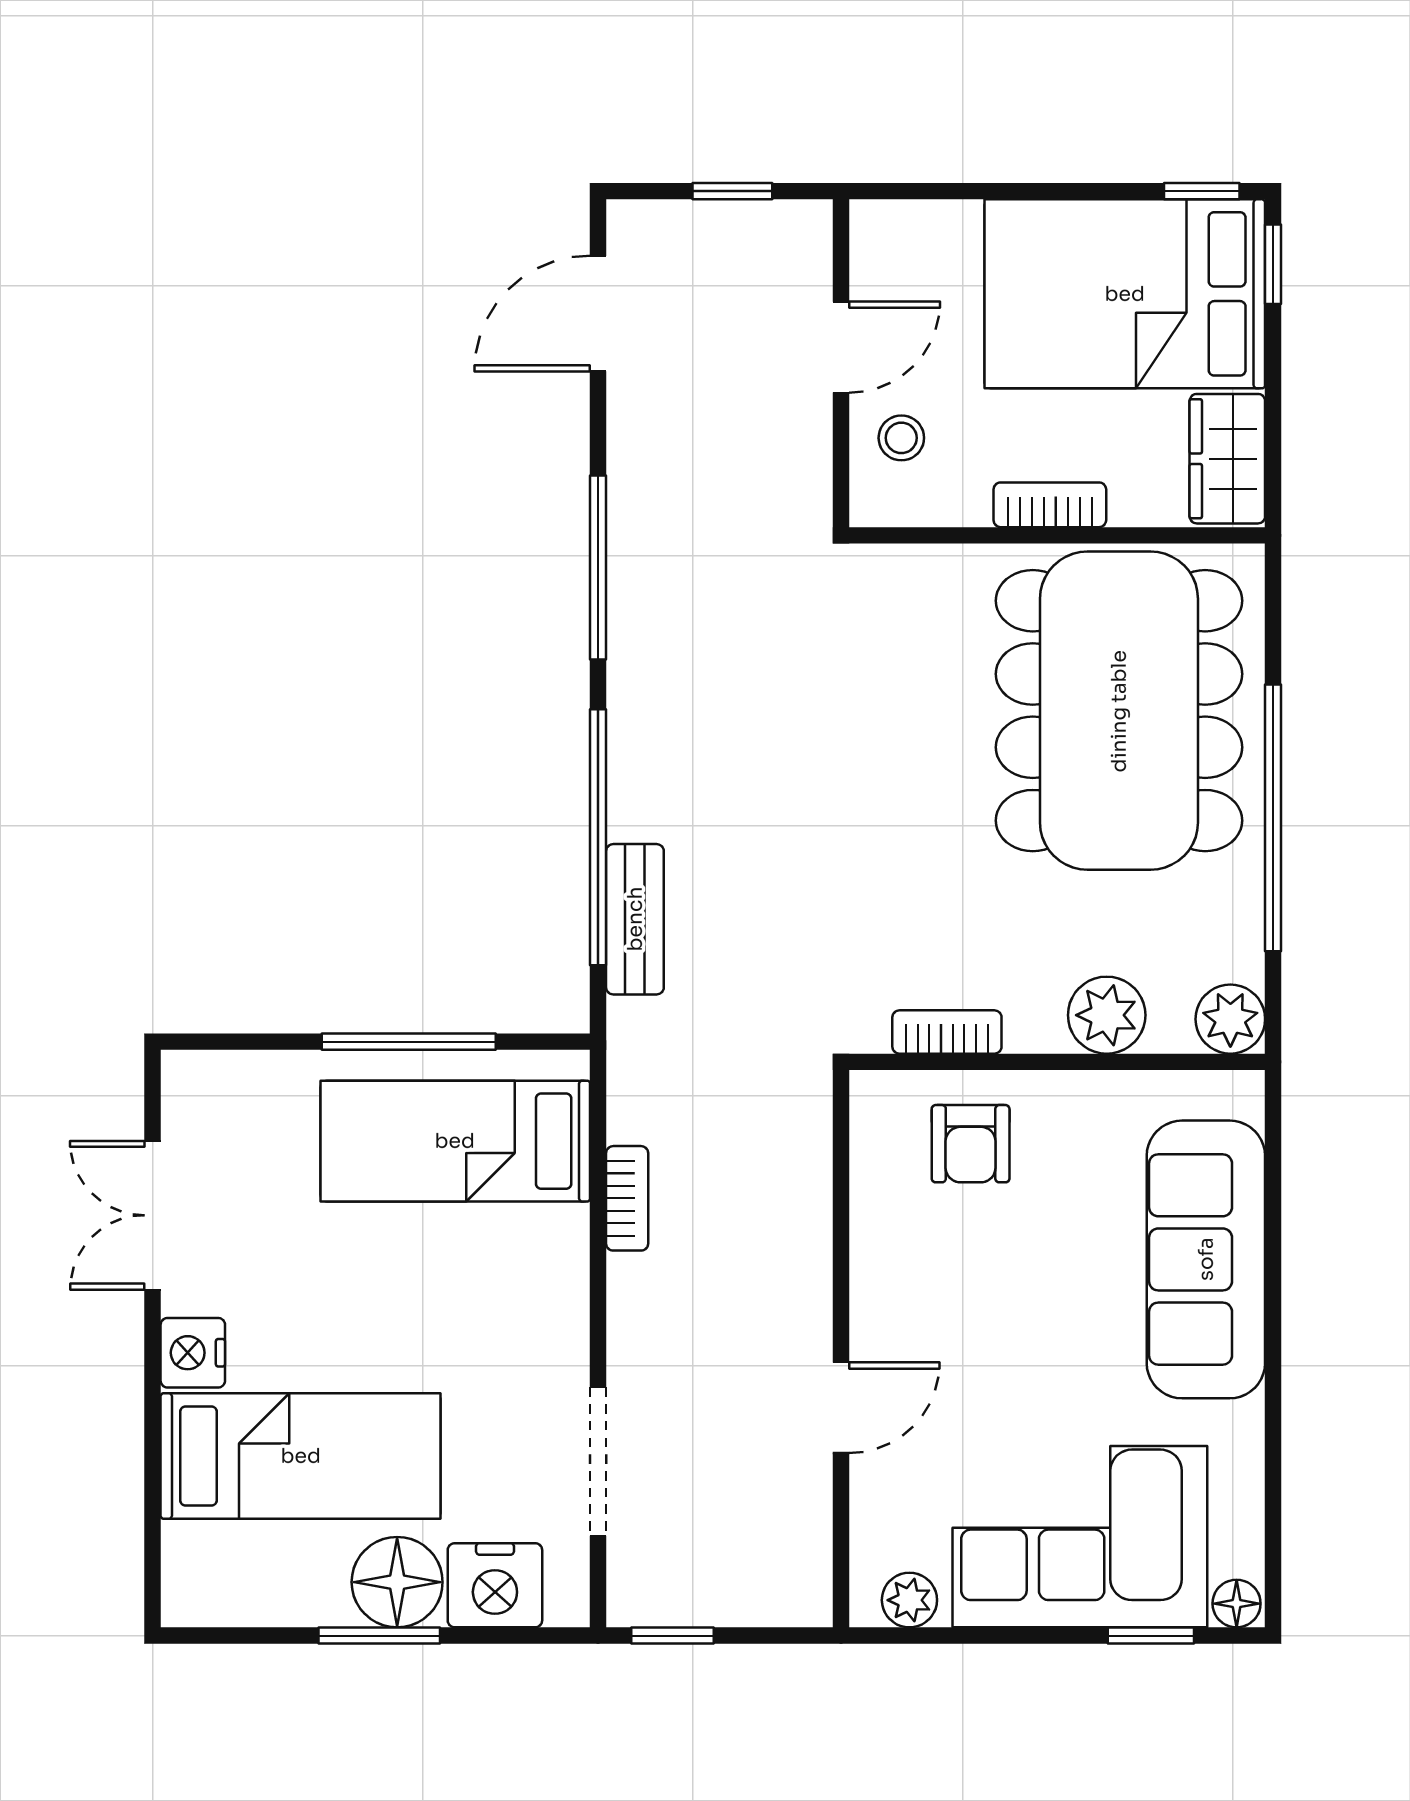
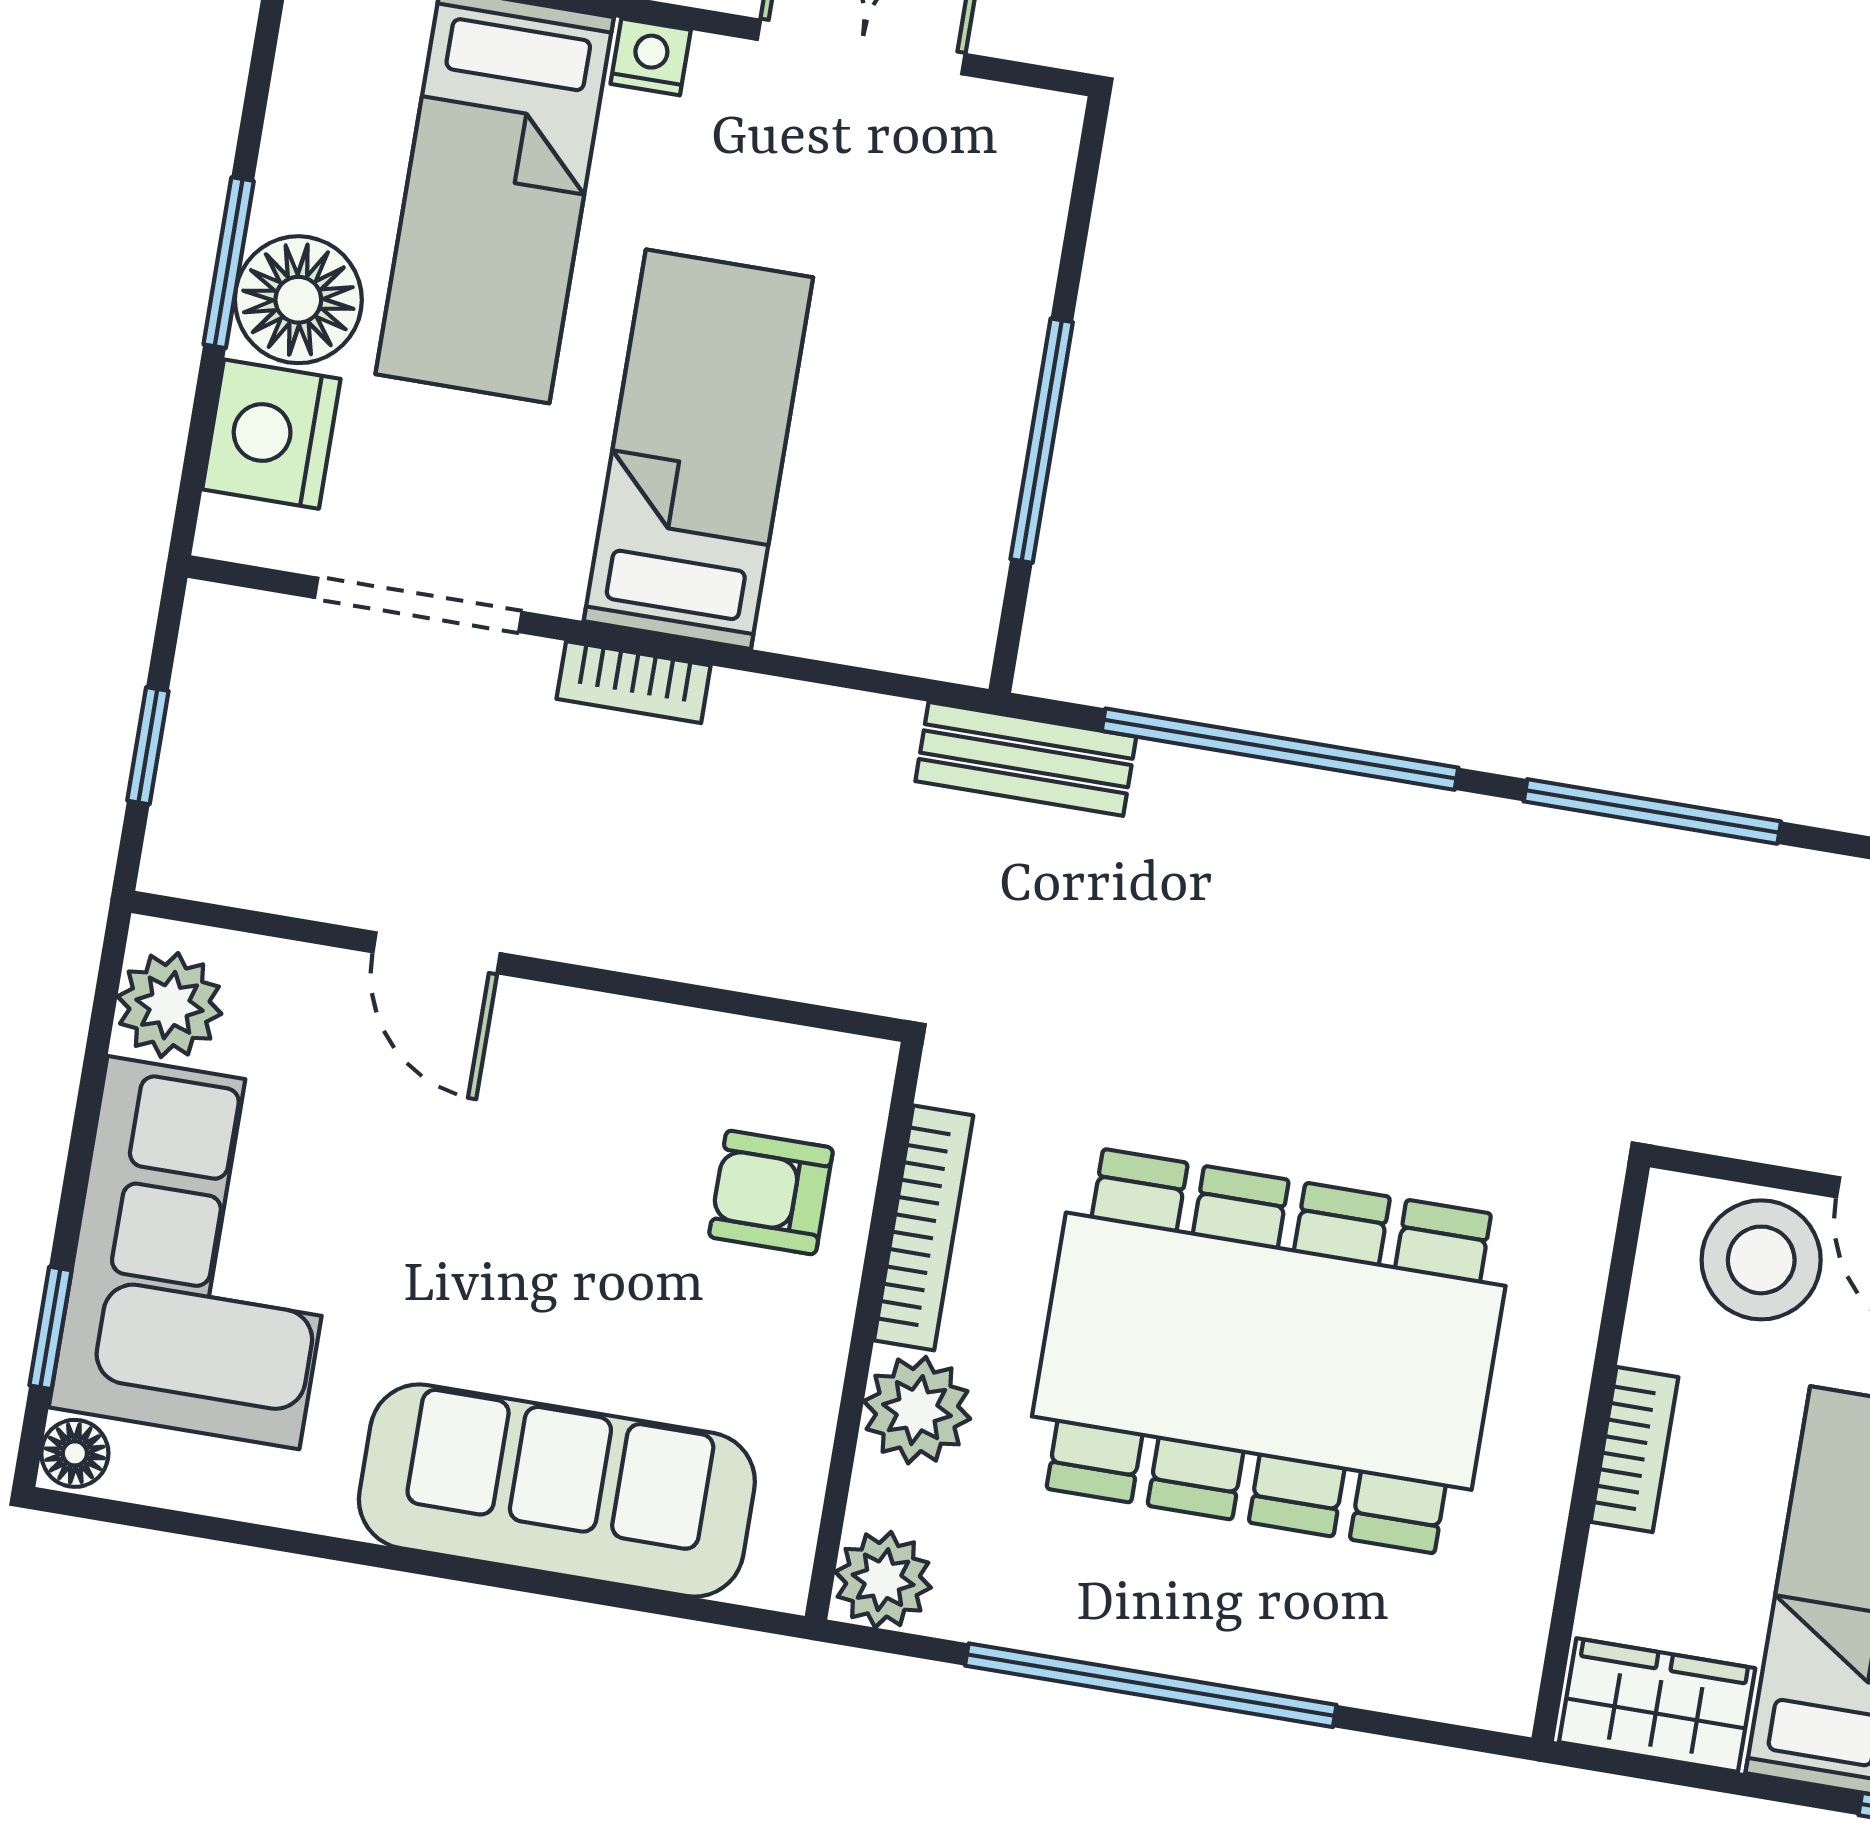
stool: (901, 438) -> (1761, 1260), width x1.89, depth x1.89
dining table: (1119, 711) -> (1269, 1351), moved
bench: (635, 919) -> (1026, 759), moved
bookcase: (947, 1032) -> (924, 1228), width x1.56
bed: (455, 1141) -> (698, 449), moved
bookcase: (627, 1198) -> (634, 682), moved
nightstand: (193, 1353) -> (651, 57), width x0.72, depth x0.74
plant: (909, 1600) -> (169, 1005), width x1.38, depth x1.38
window: (672, 1636) -> (148, 746), moved

